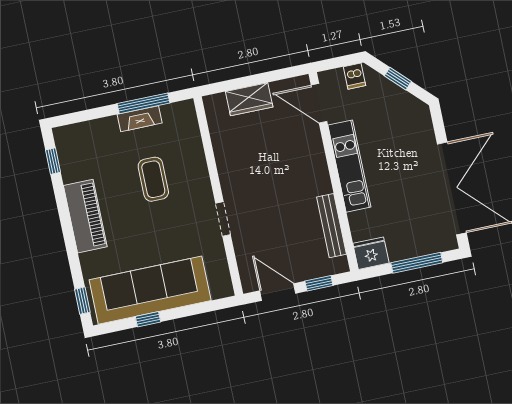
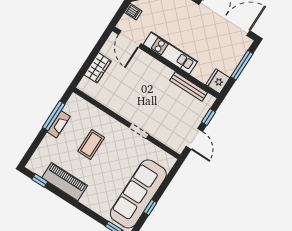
door: (319, 103) -> (130, 39), hinge flipped
coffee table: (153, 179) -> (91, 144), turned 90
piano: (85, 216) -> (65, 182), moved
door: (278, 292) -> (194, 139), swing flipped

